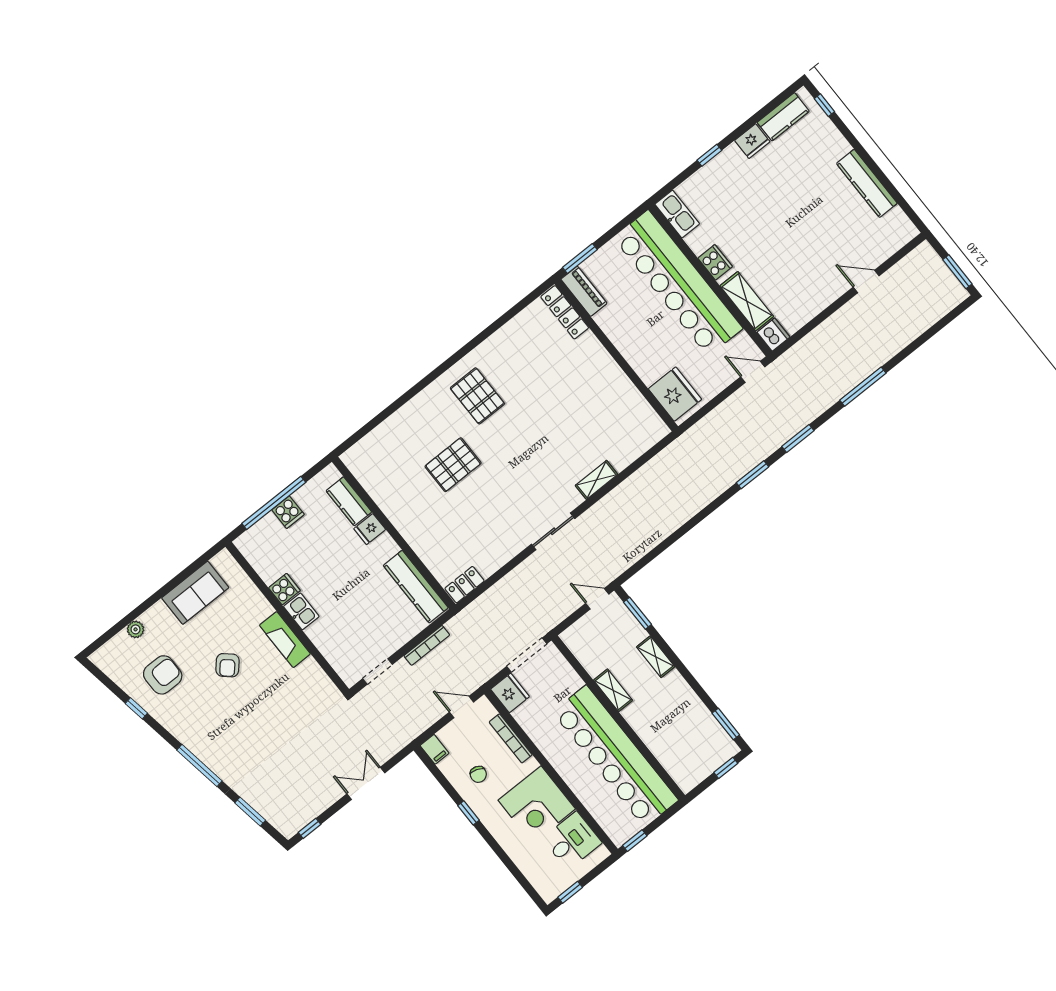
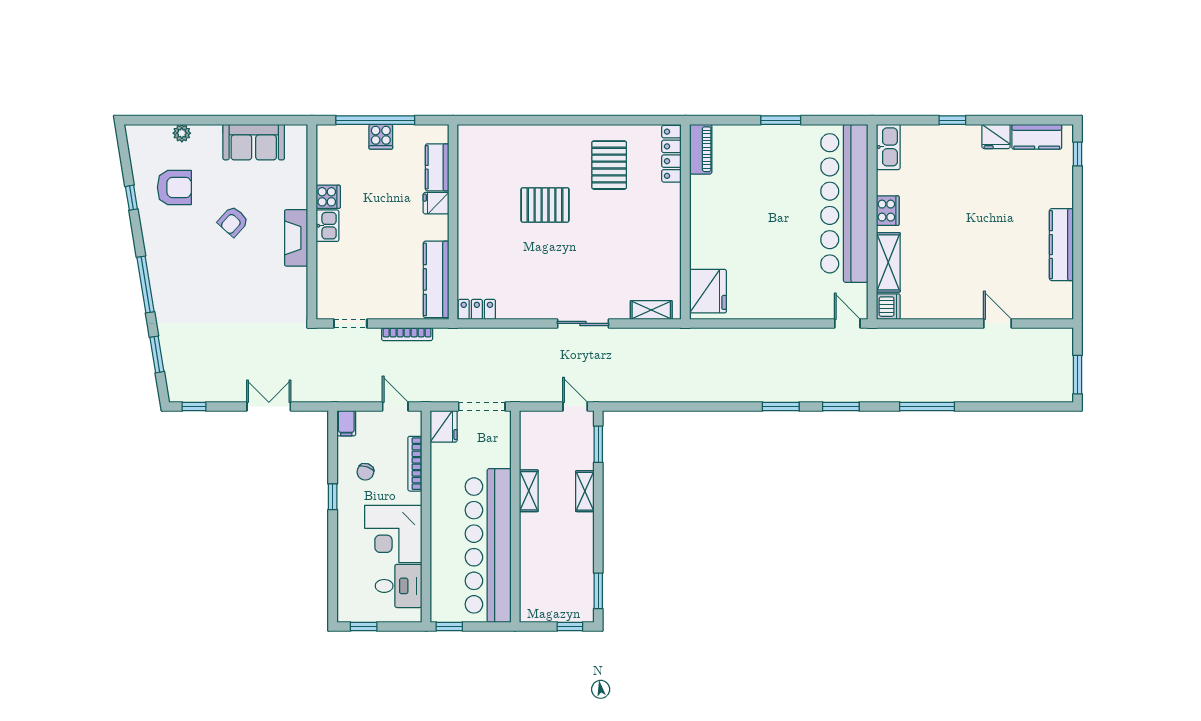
piano: (584, 291) -> (701, 149), moved
locker: (565, 312) -> (671, 154), moved
wall: (616, 355) -> (685, 222), moved
fridge: (675, 394) -> (708, 291), moved

